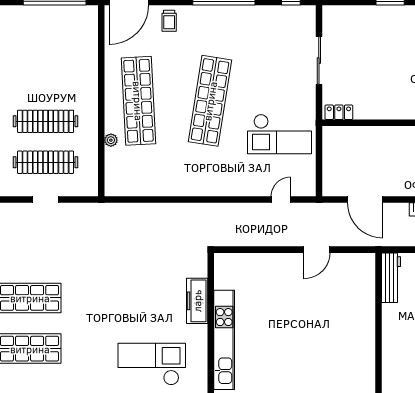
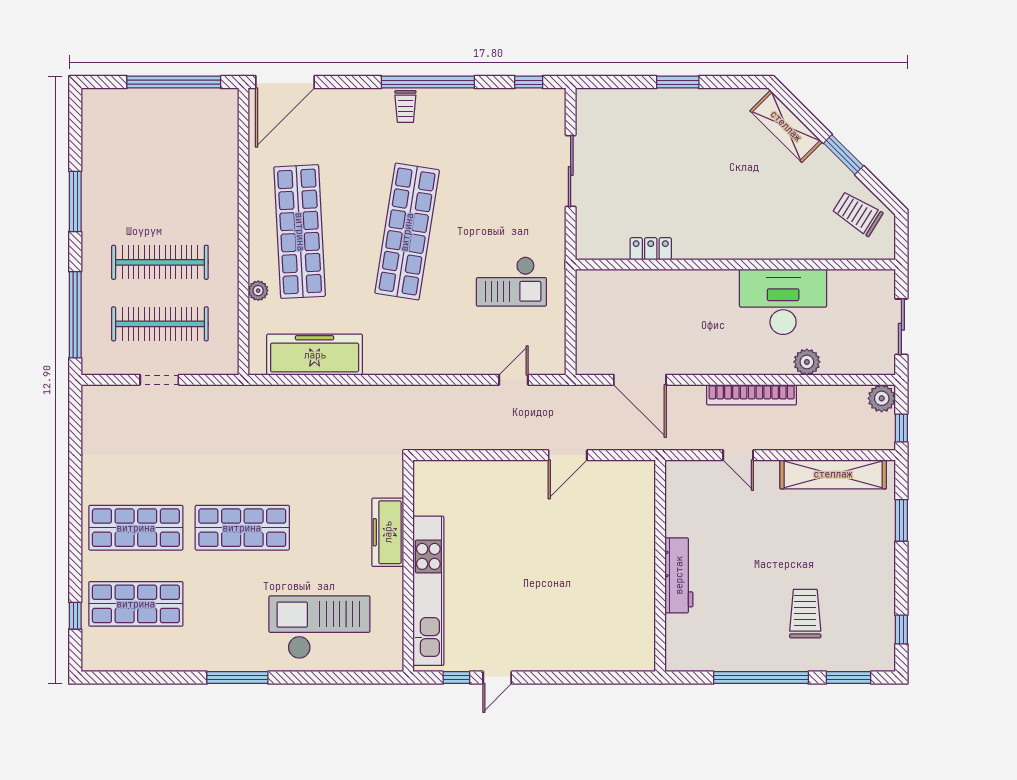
trolley: (169, 21) -> (405, 107), moved
locker: (339, 112) -> (651, 249), moved
checkout: (279, 134) -> (511, 281), width x0.73, depth x0.83
freezer: (148, 183) -> (315, 355), added
workbench: (391, 278) -> (679, 575), moved
shop shelf: (100, 298) -> (242, 528), added

